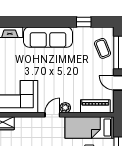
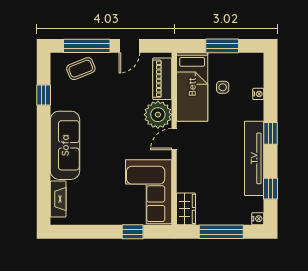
plant: (65, 108) -> (158, 115), width x1.88, depth x1.88
door: (52, 115) -> (174, 139), hinge flipped

